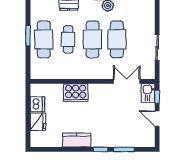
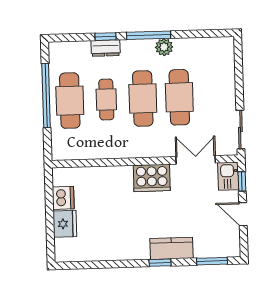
window: (28, 36) -> (46, 96), width x2.11
sliding door: (157, 48) -> (240, 130), moved
cooker: (76, 93) -> (152, 178), moved
kitchen counter: (77, 140) -> (171, 248), moved
window: (124, 149) -> (212, 261), moved

